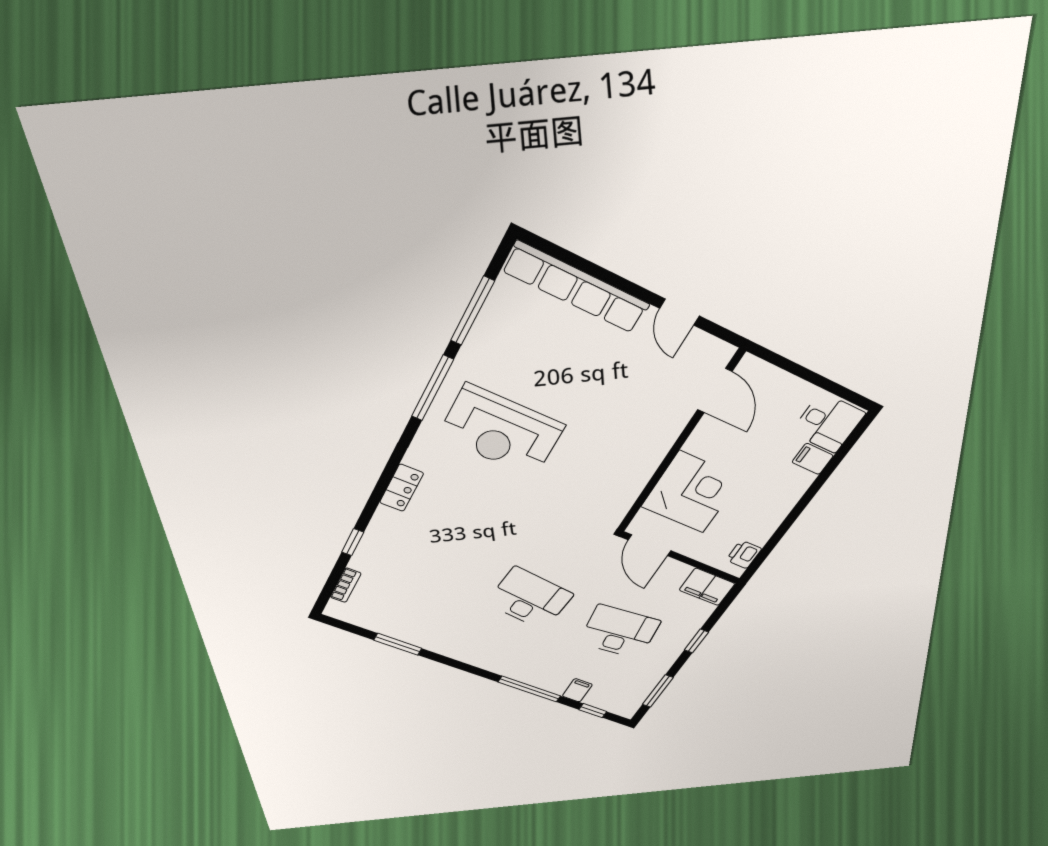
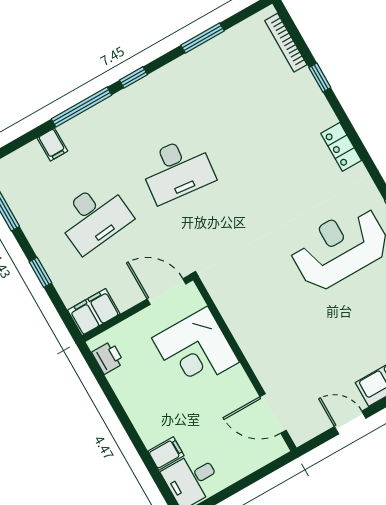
bookcase: (346, 585) -> (286, 43), width x1.56
window: (593, 711) -> (133, 77), moved

